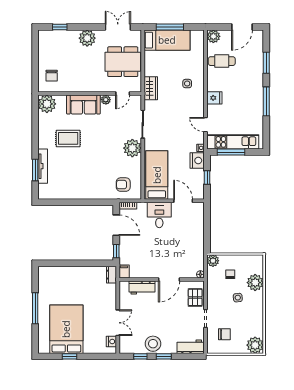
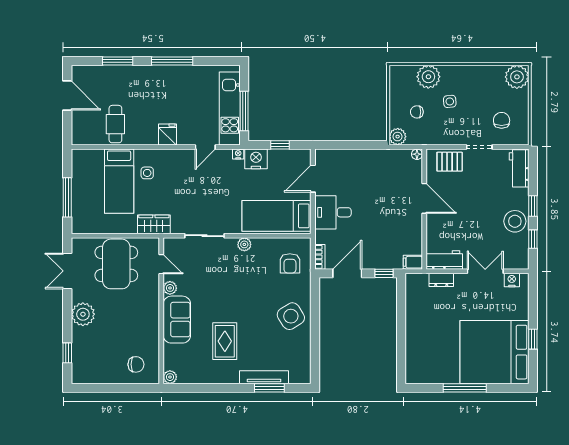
plant: (213, 36) -> (81, 136), removed
bed: (167, 40) -> (119, 181), moved, turned 180
plant: (47, 104) -> (170, 377), width x0.53, depth x0.53
plant: (132, 148) -> (244, 244), width x0.53, depth x0.53
side table: (86, 185) -> (291, 316), added
dresser: (111, 275) -> (441, 280), moved
workbench: (142, 288) -> (444, 260), moved, turned -90
bed: (66, 329) -> (494, 352), width x1.36

